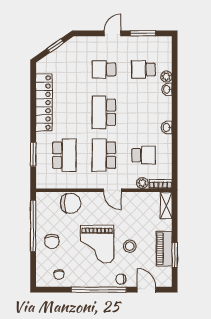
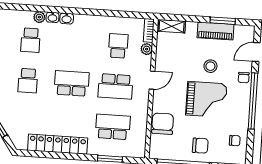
school desk: (104, 112) -> (72, 83), turned 180
washbasin: (167, 128) -> (67, 19), moved

